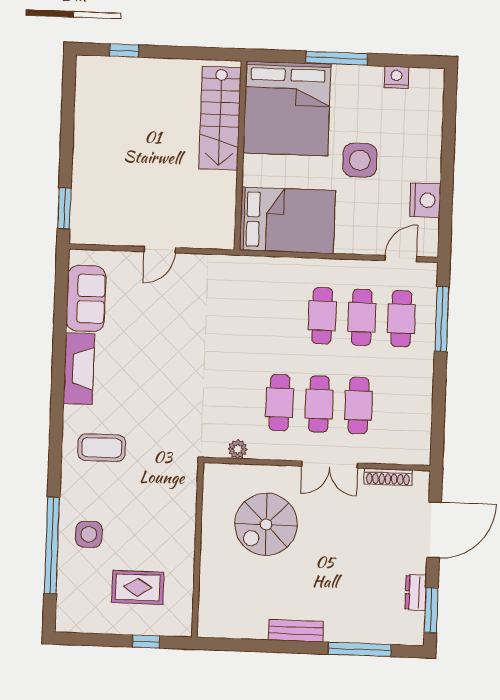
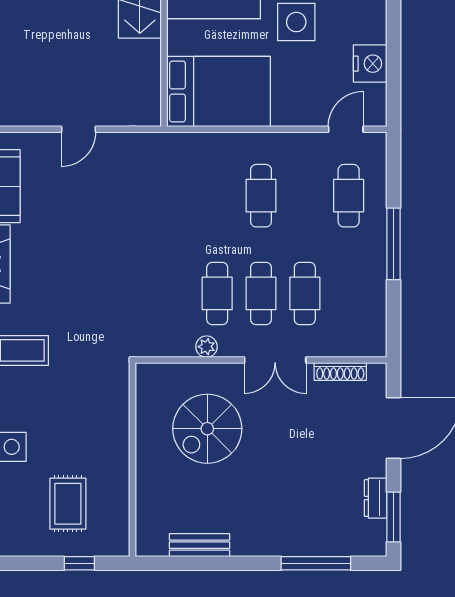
cafe table: (362, 317) -> (305, 196), removed
window: (442, 319) -> (393, 244), moved
plant: (238, 449) -> (206, 347), moved
rug: (138, 587) -> (68, 504), turned 90
bench: (296, 631) -> (199, 545), moved

